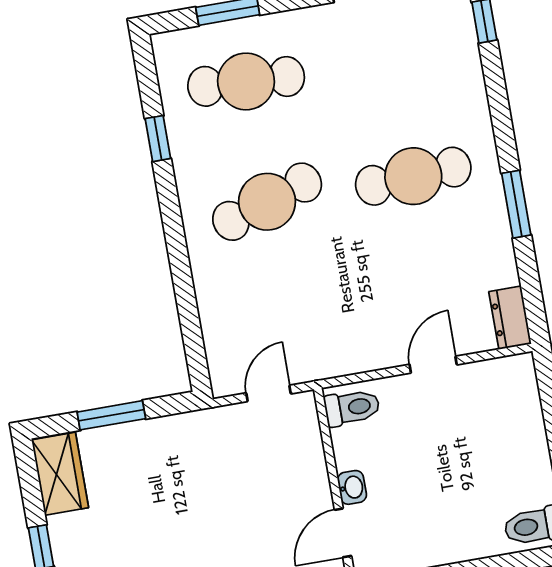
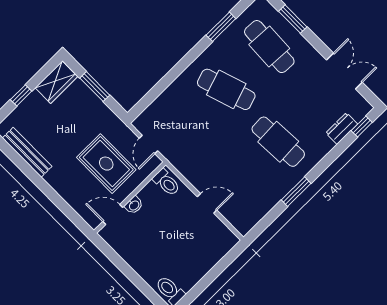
window: (158, 139) -> (221, 27), width x1.50
dresser: (510, 318) -> (342, 129), moved
door: (269, 393) -> (148, 144), swing flipped
rug: (251, 485) -> (106, 164), added

